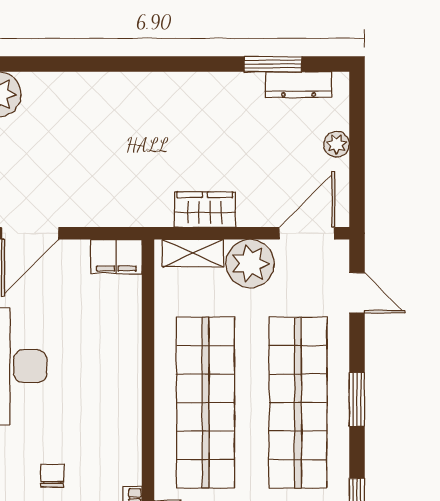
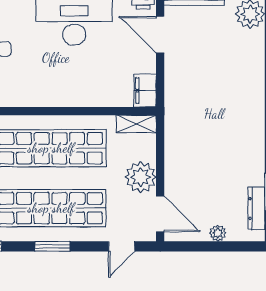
wardrobe: (205, 210) -> (176, 148), removed
shelving: (193, 253) -> (136, 124), moved, turned 90

